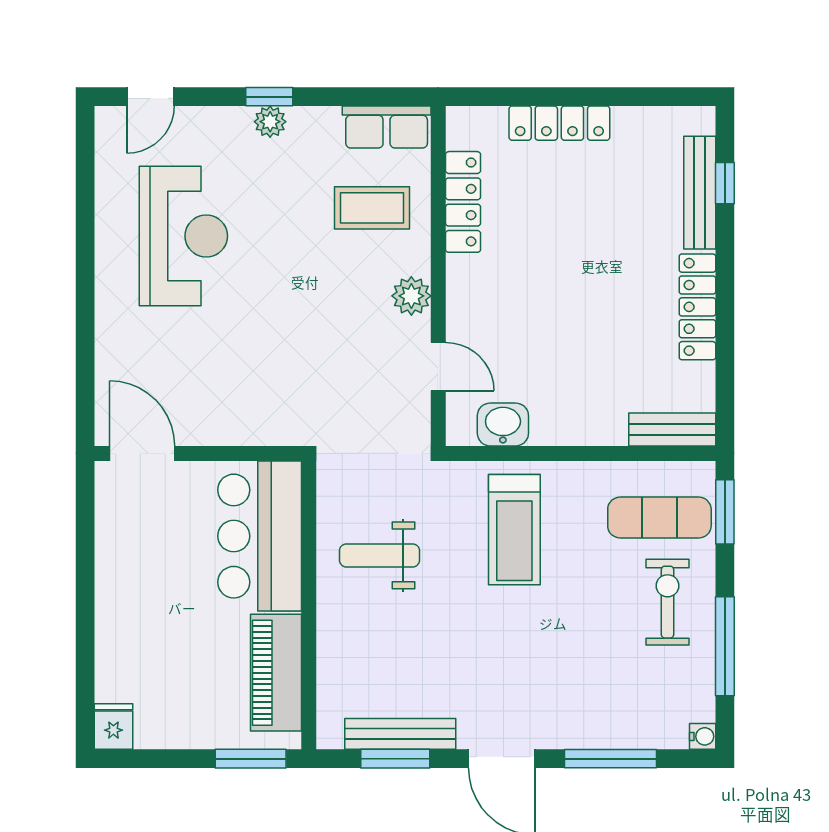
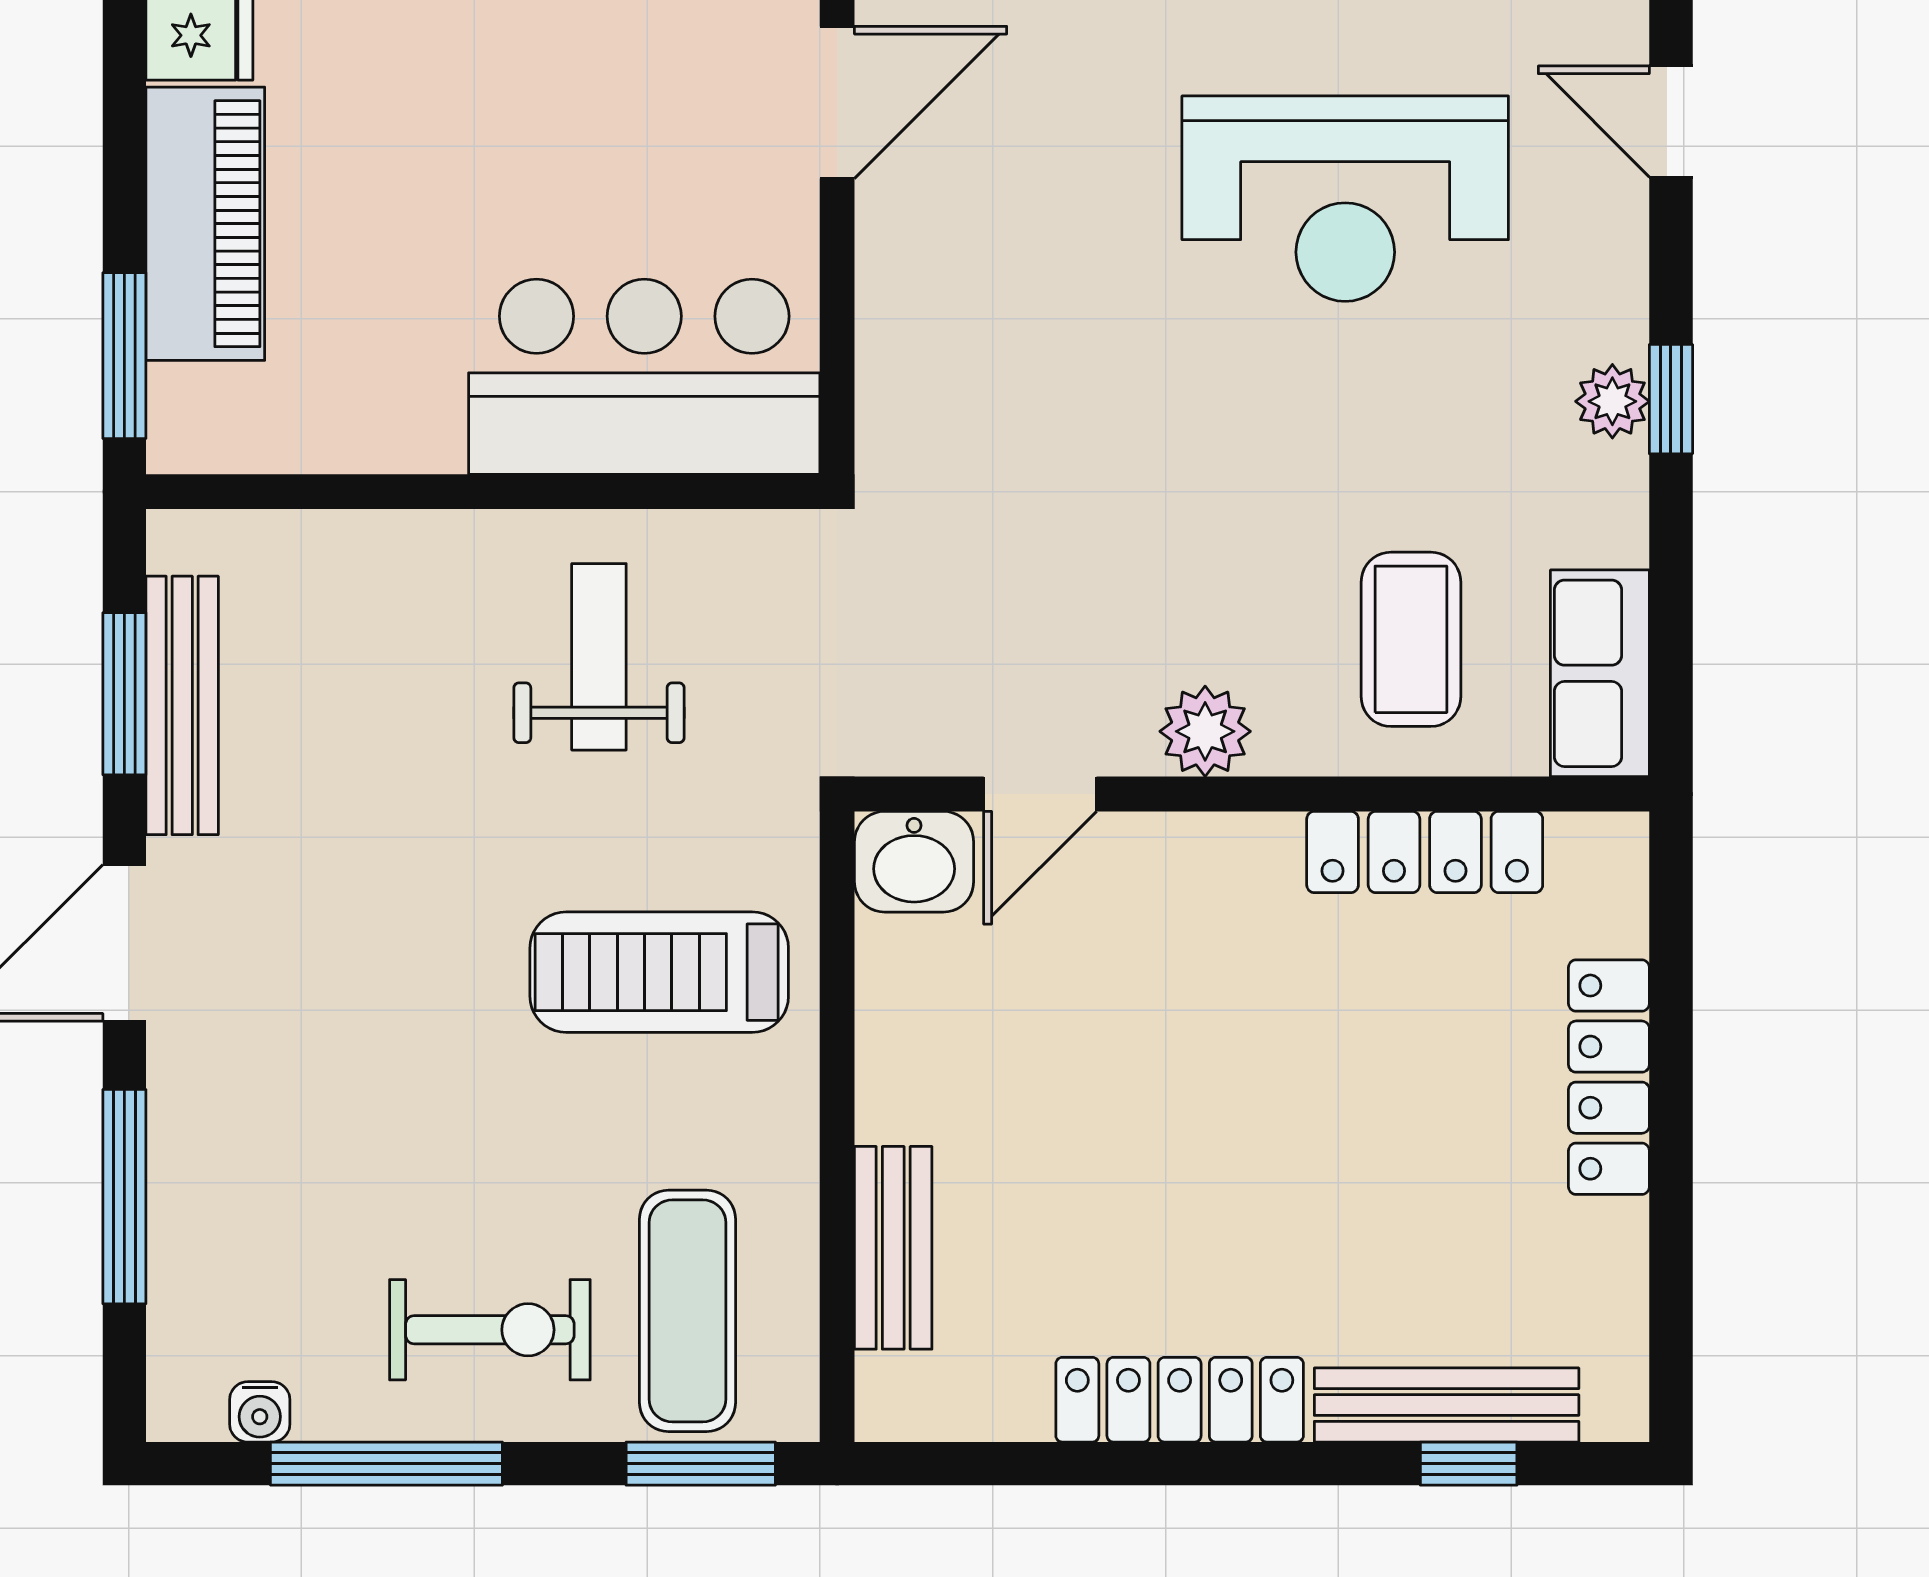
washbasin: (503, 424) -> (914, 862), moved, turned 90
bench: (672, 429) -> (893, 1248), moved
piano: (276, 673) -> (205, 224), moved, turned 90
water cooler: (703, 736) -> (260, 1412), moved

